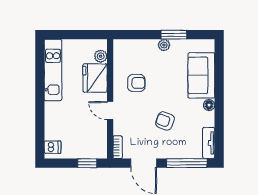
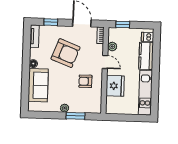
window: (174, 35) -> (75, 116), moved
plant: (101, 56) -> (112, 46), moved
kitchen counter: (54, 121) -> (146, 56), added
armchair: (165, 121) -> (66, 53), width x1.88, depth x1.88
window: (187, 163) -> (51, 22), width x0.46

